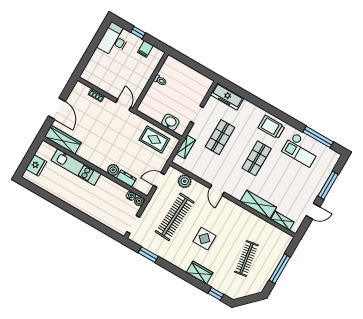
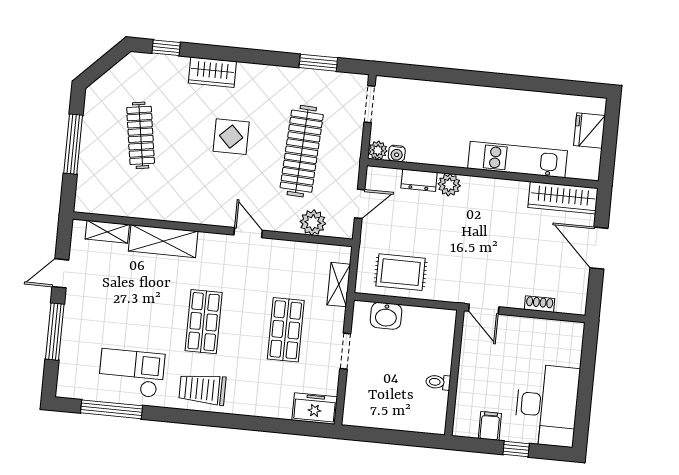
desk: (114, 40) -> (547, 405), width x1.36, depth x1.30
freezer: (227, 96) -> (315, 409), width x0.71
trolley: (271, 127) -> (202, 389), turned 180

